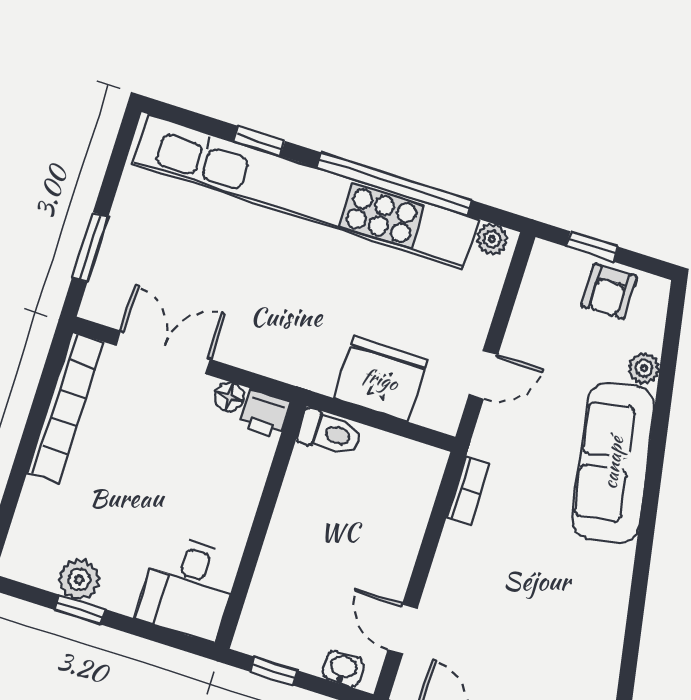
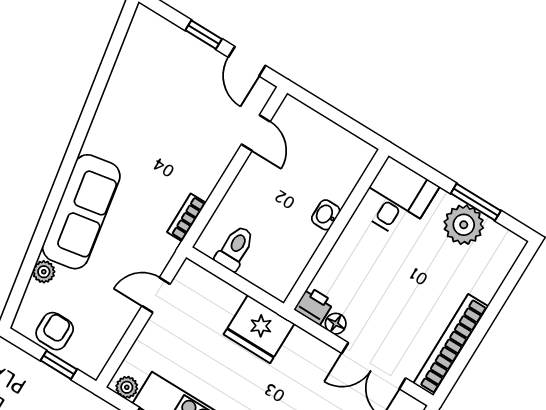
fridge: (381, 379) -> (259, 329), moved
toilet: (330, 433) -> (235, 248), moved, turned 90
plant: (79, 579) -> (464, 225), width x1.36, depth x1.36
window: (80, 609) -> (476, 202), width x1.50
washbasin: (343, 669) -> (326, 215), moved, turned 90
window: (274, 671) -> (352, 126), removed

